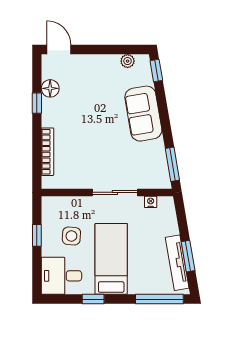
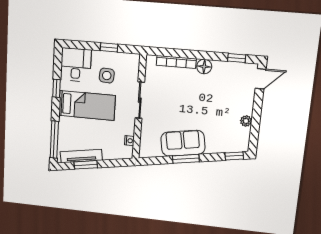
plant: (128, 61) -> (246, 121), moved
floor lamp: (50, 88) -> (204, 67), moved
window: (37, 103) -> (237, 58), moved
sofa: (143, 114) -> (183, 143), moved
window: (172, 164) -> (186, 159), moved
sliding door: (115, 192) -> (140, 100), moved

